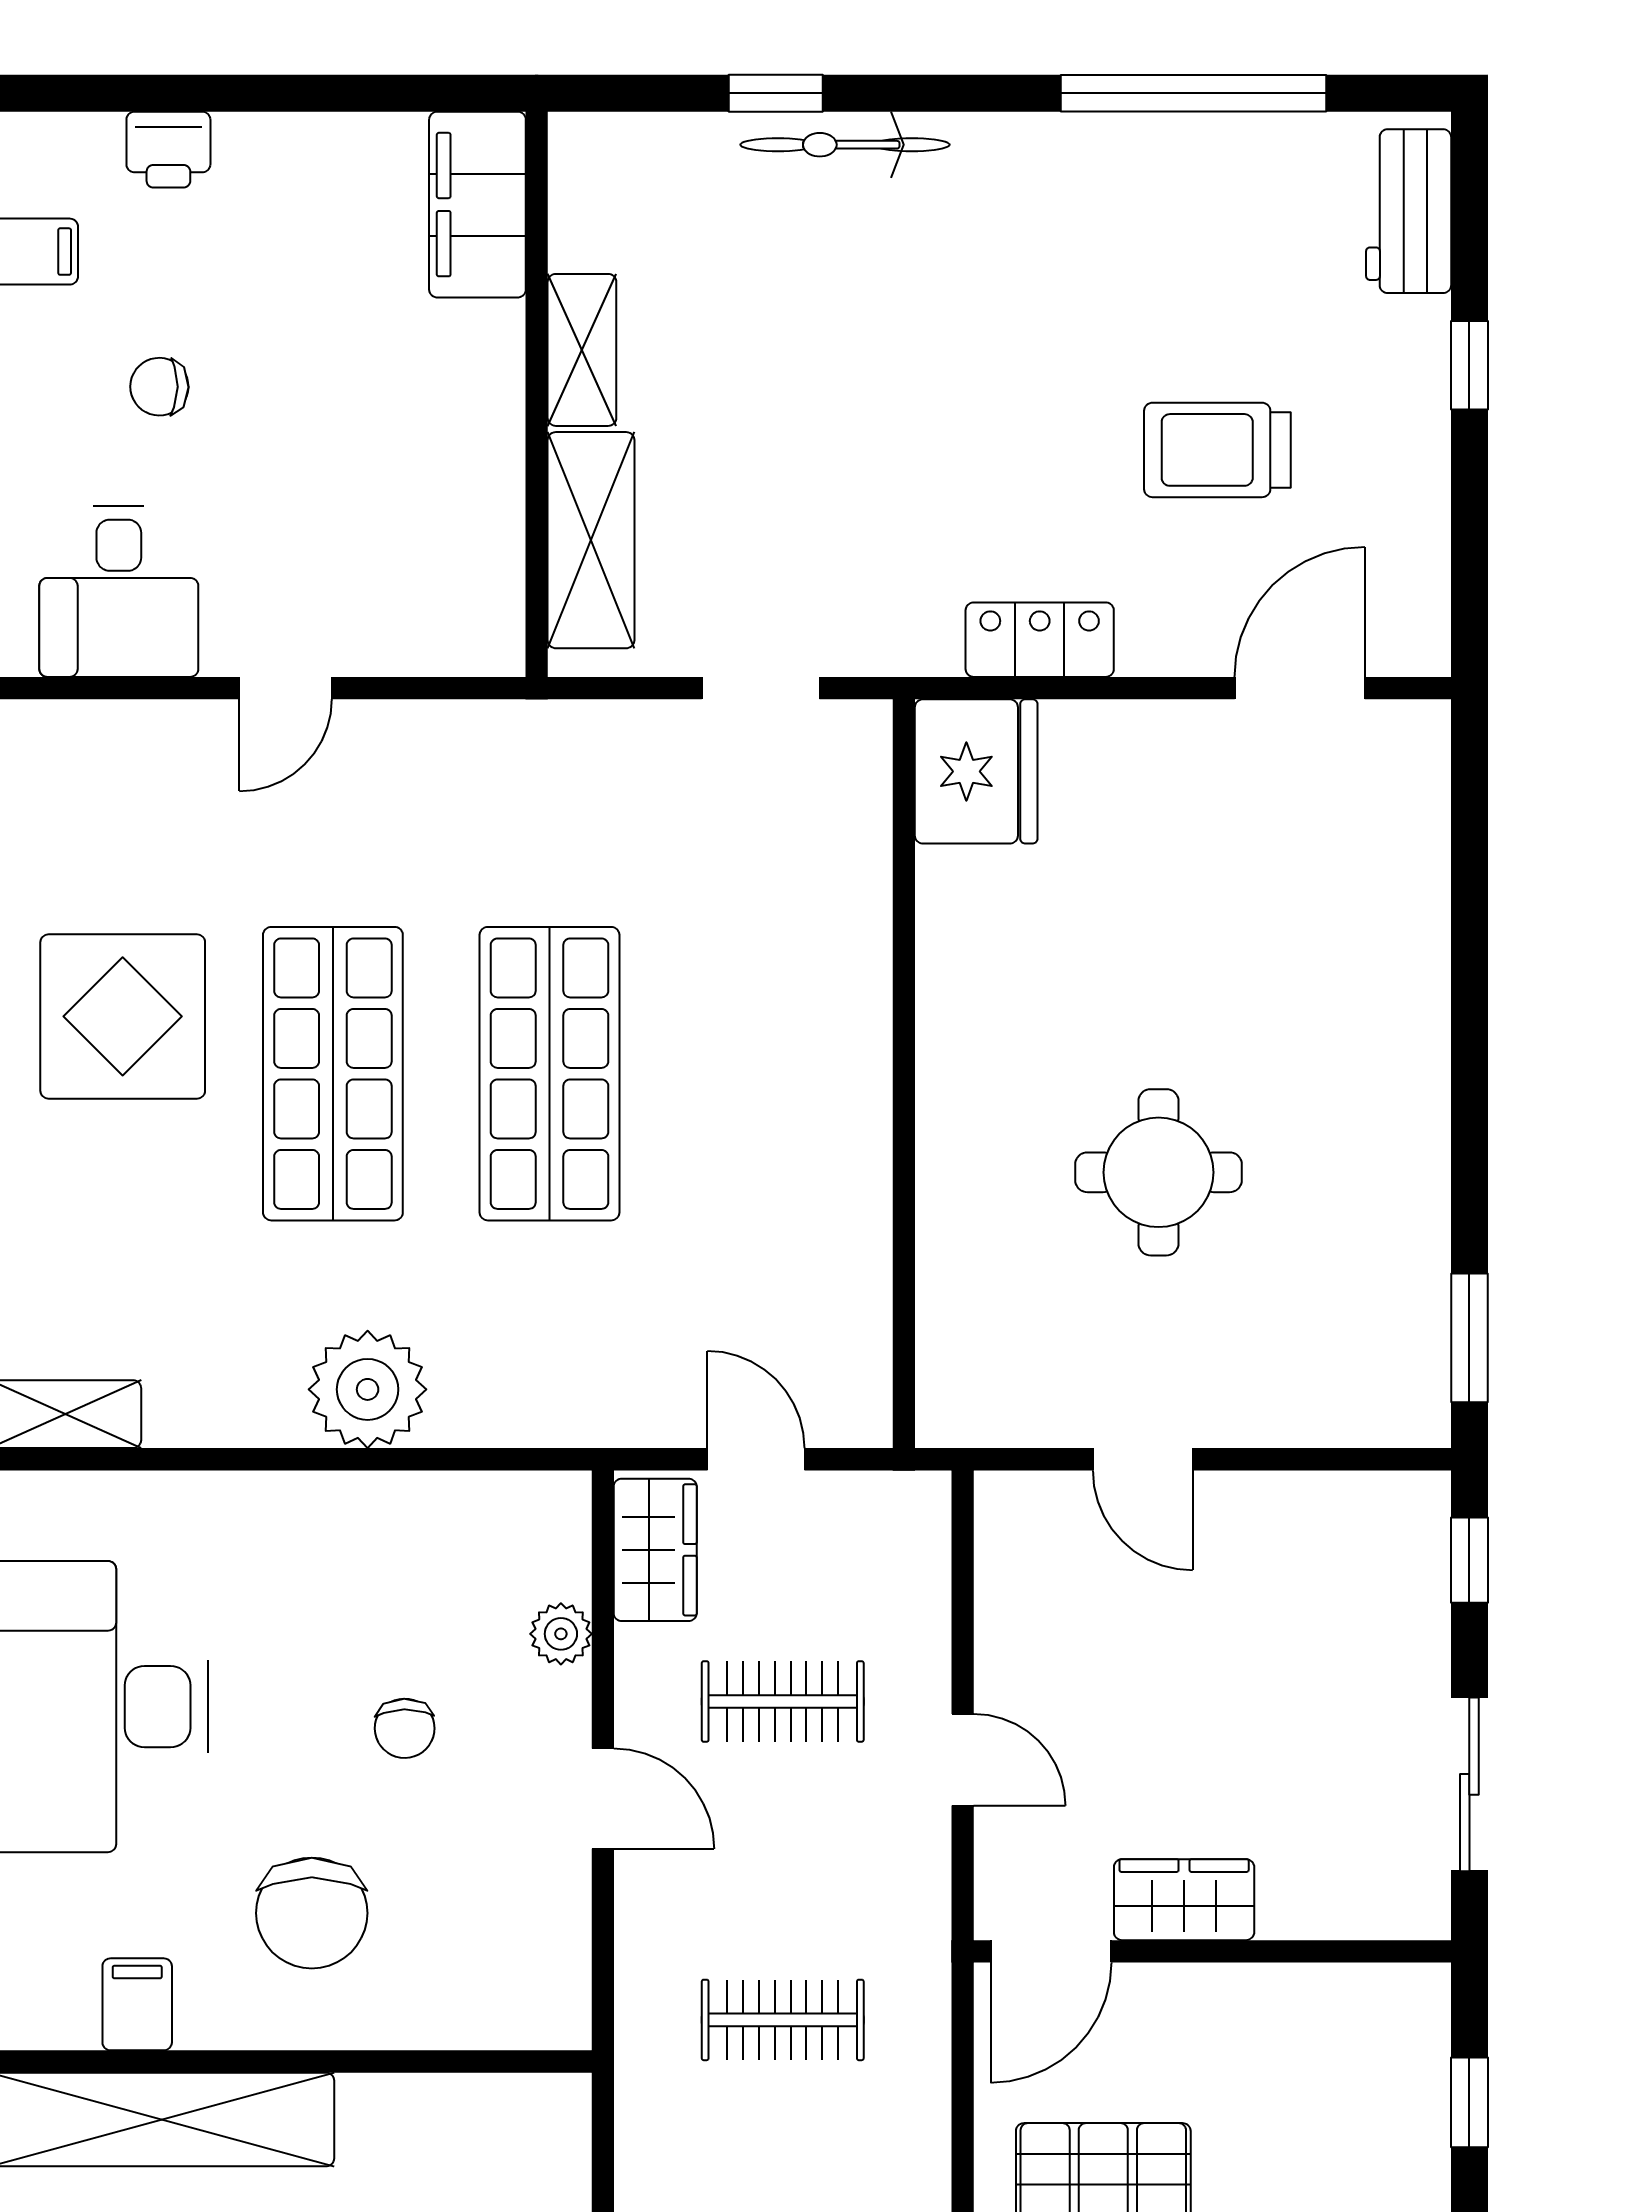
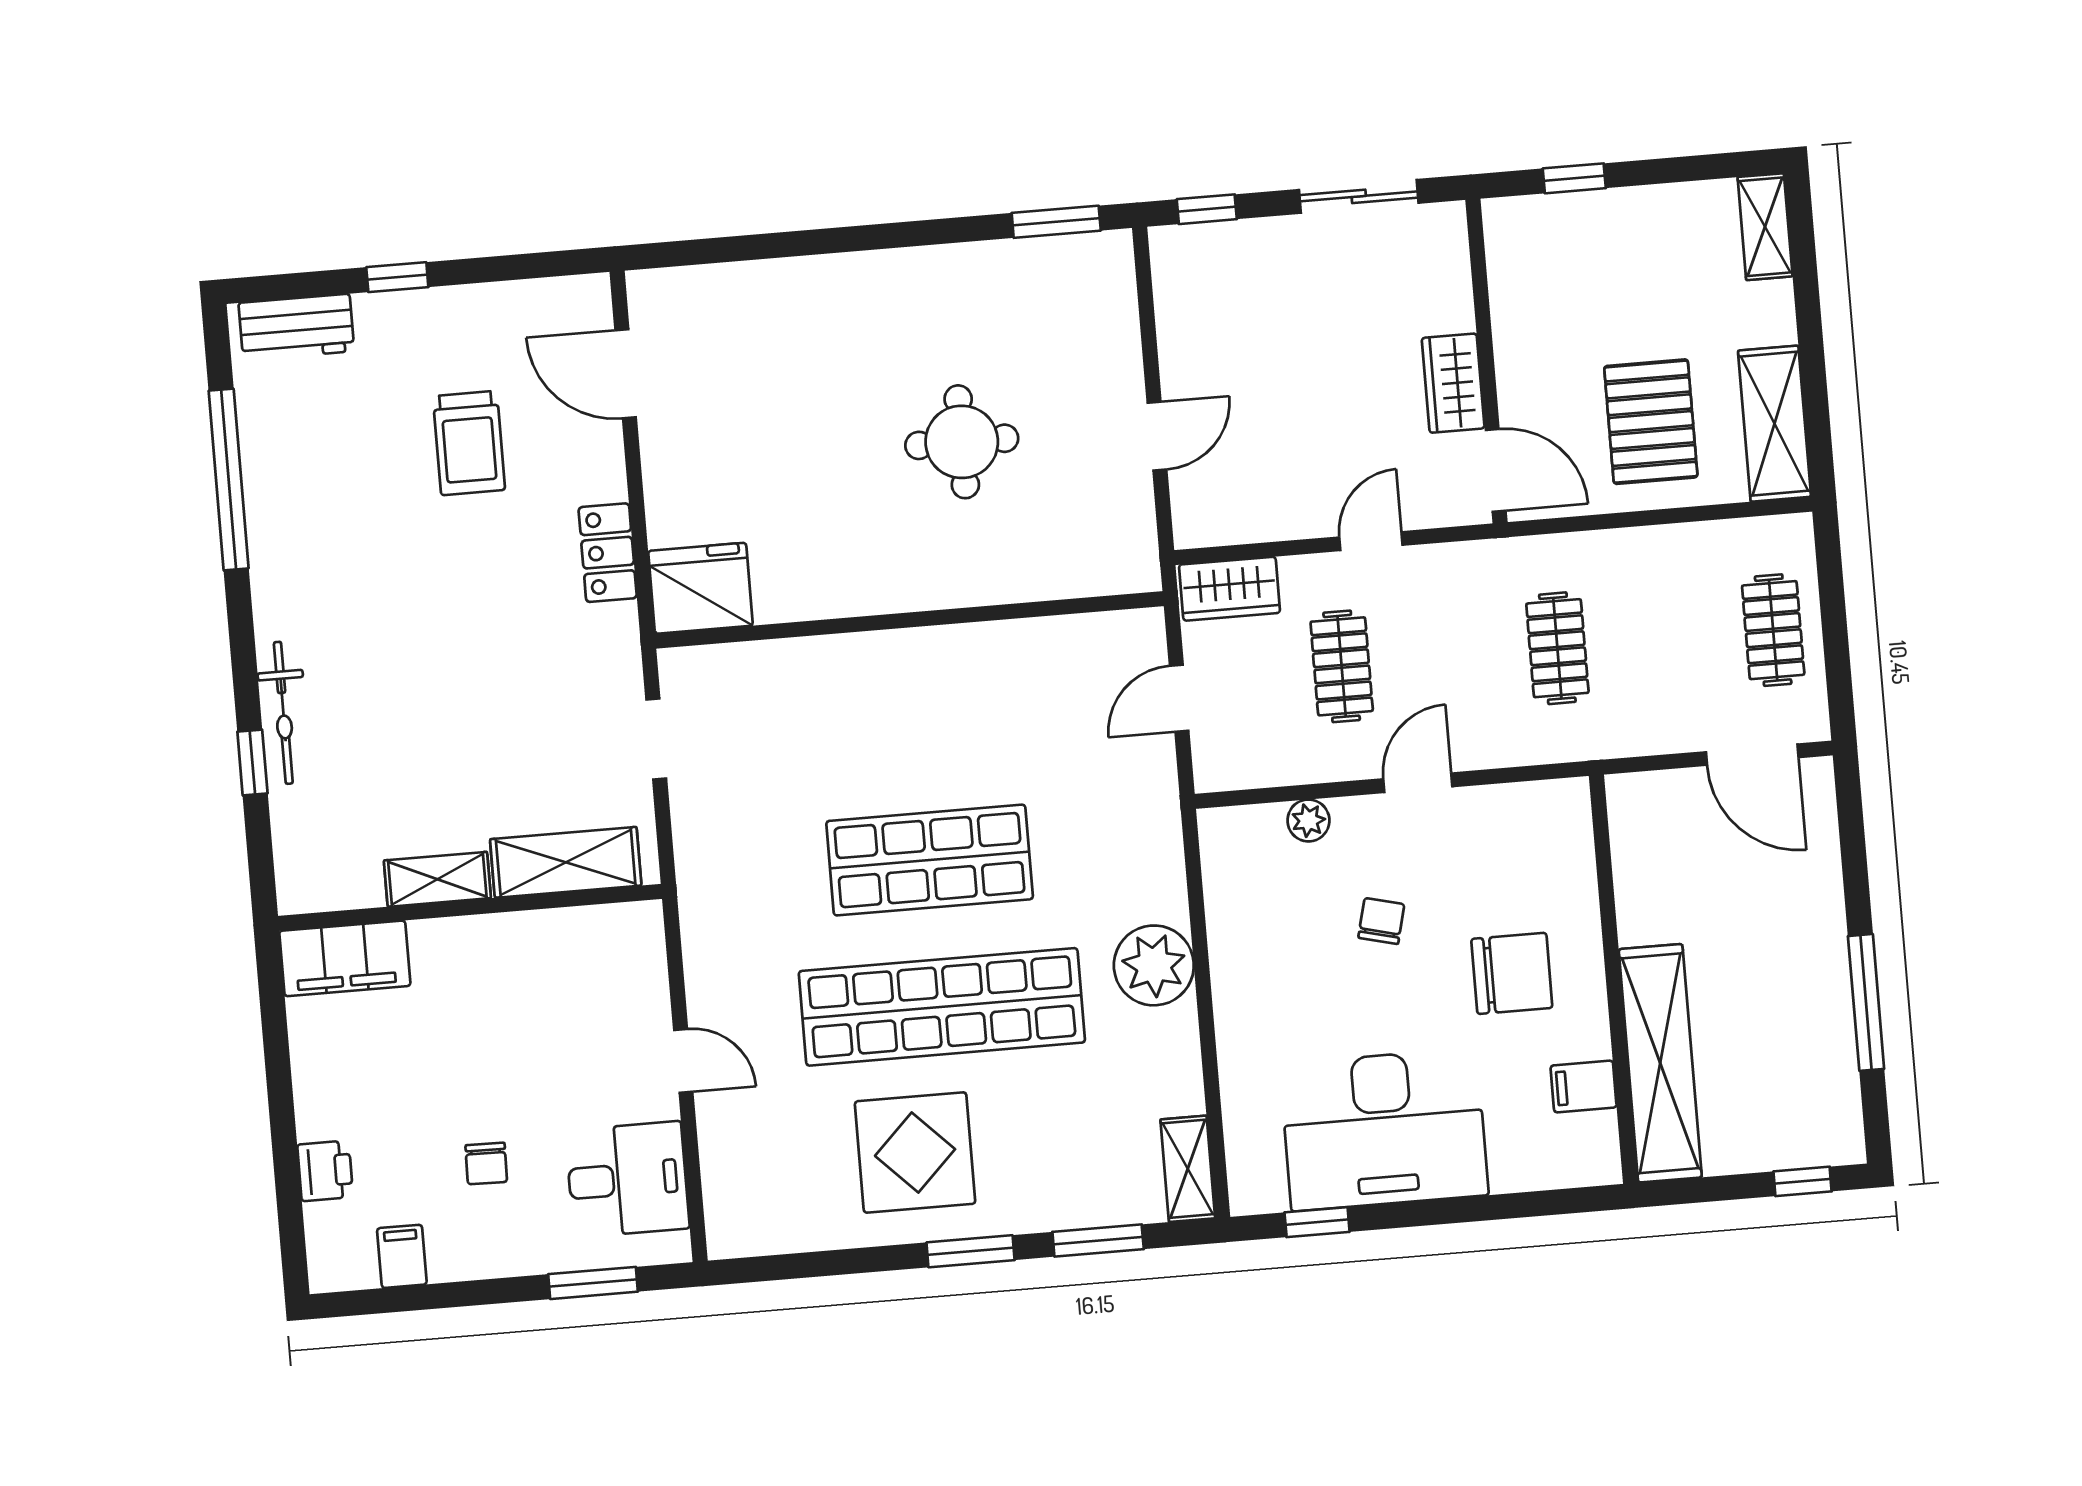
shop shelf: (333, 1074) -> (942, 1007), width x1.40
wardrobe: (655, 1550) -> (1229, 589), moved, turned 180
chair: (405, 1728) -> (1381, 921), turned -75

